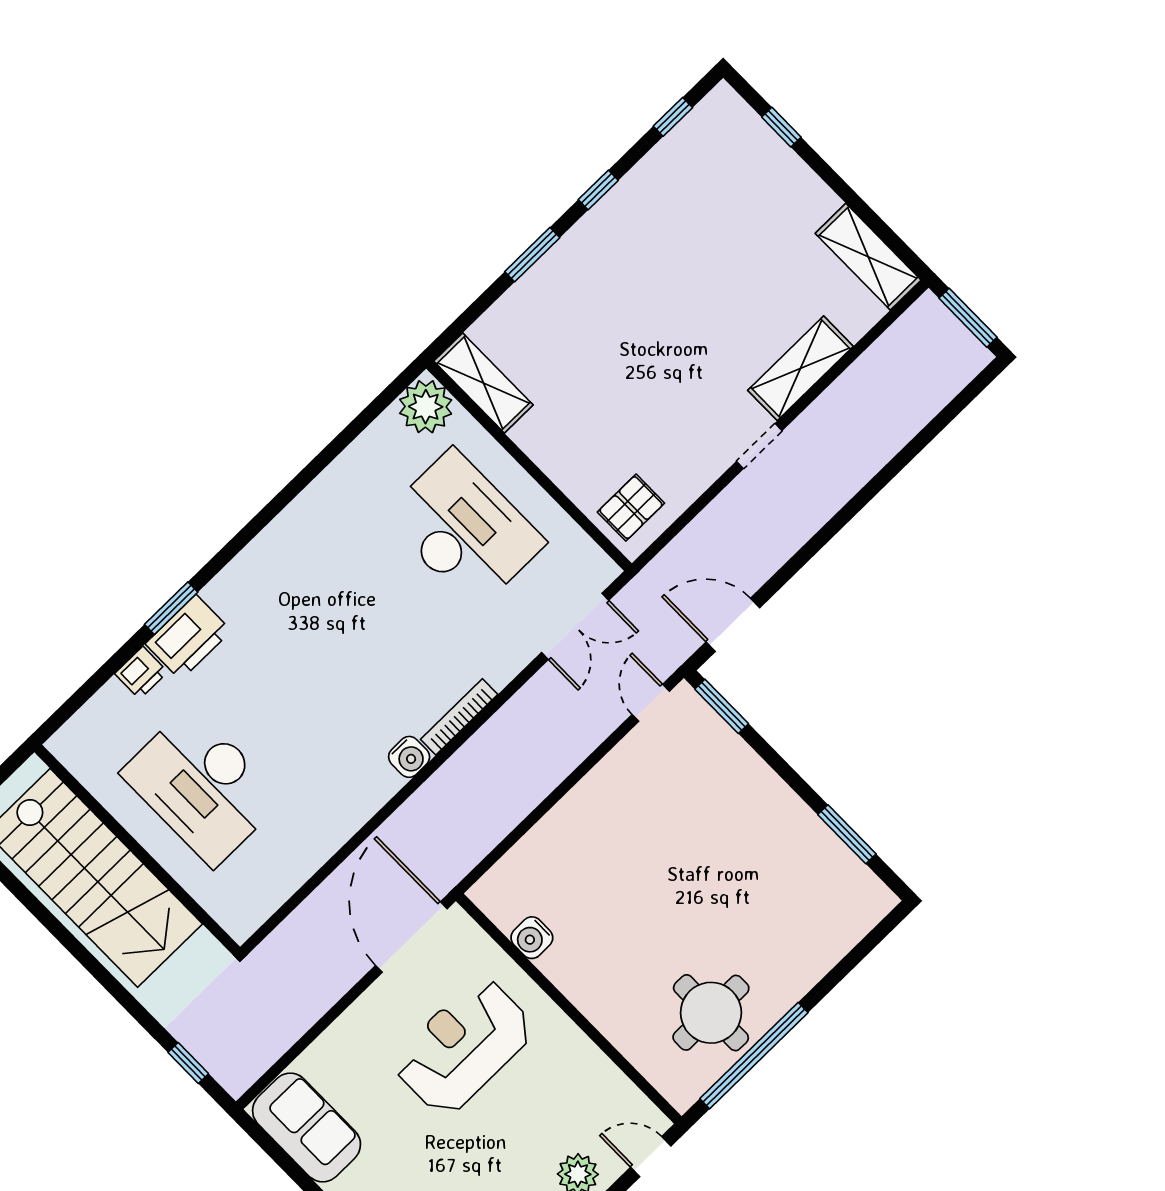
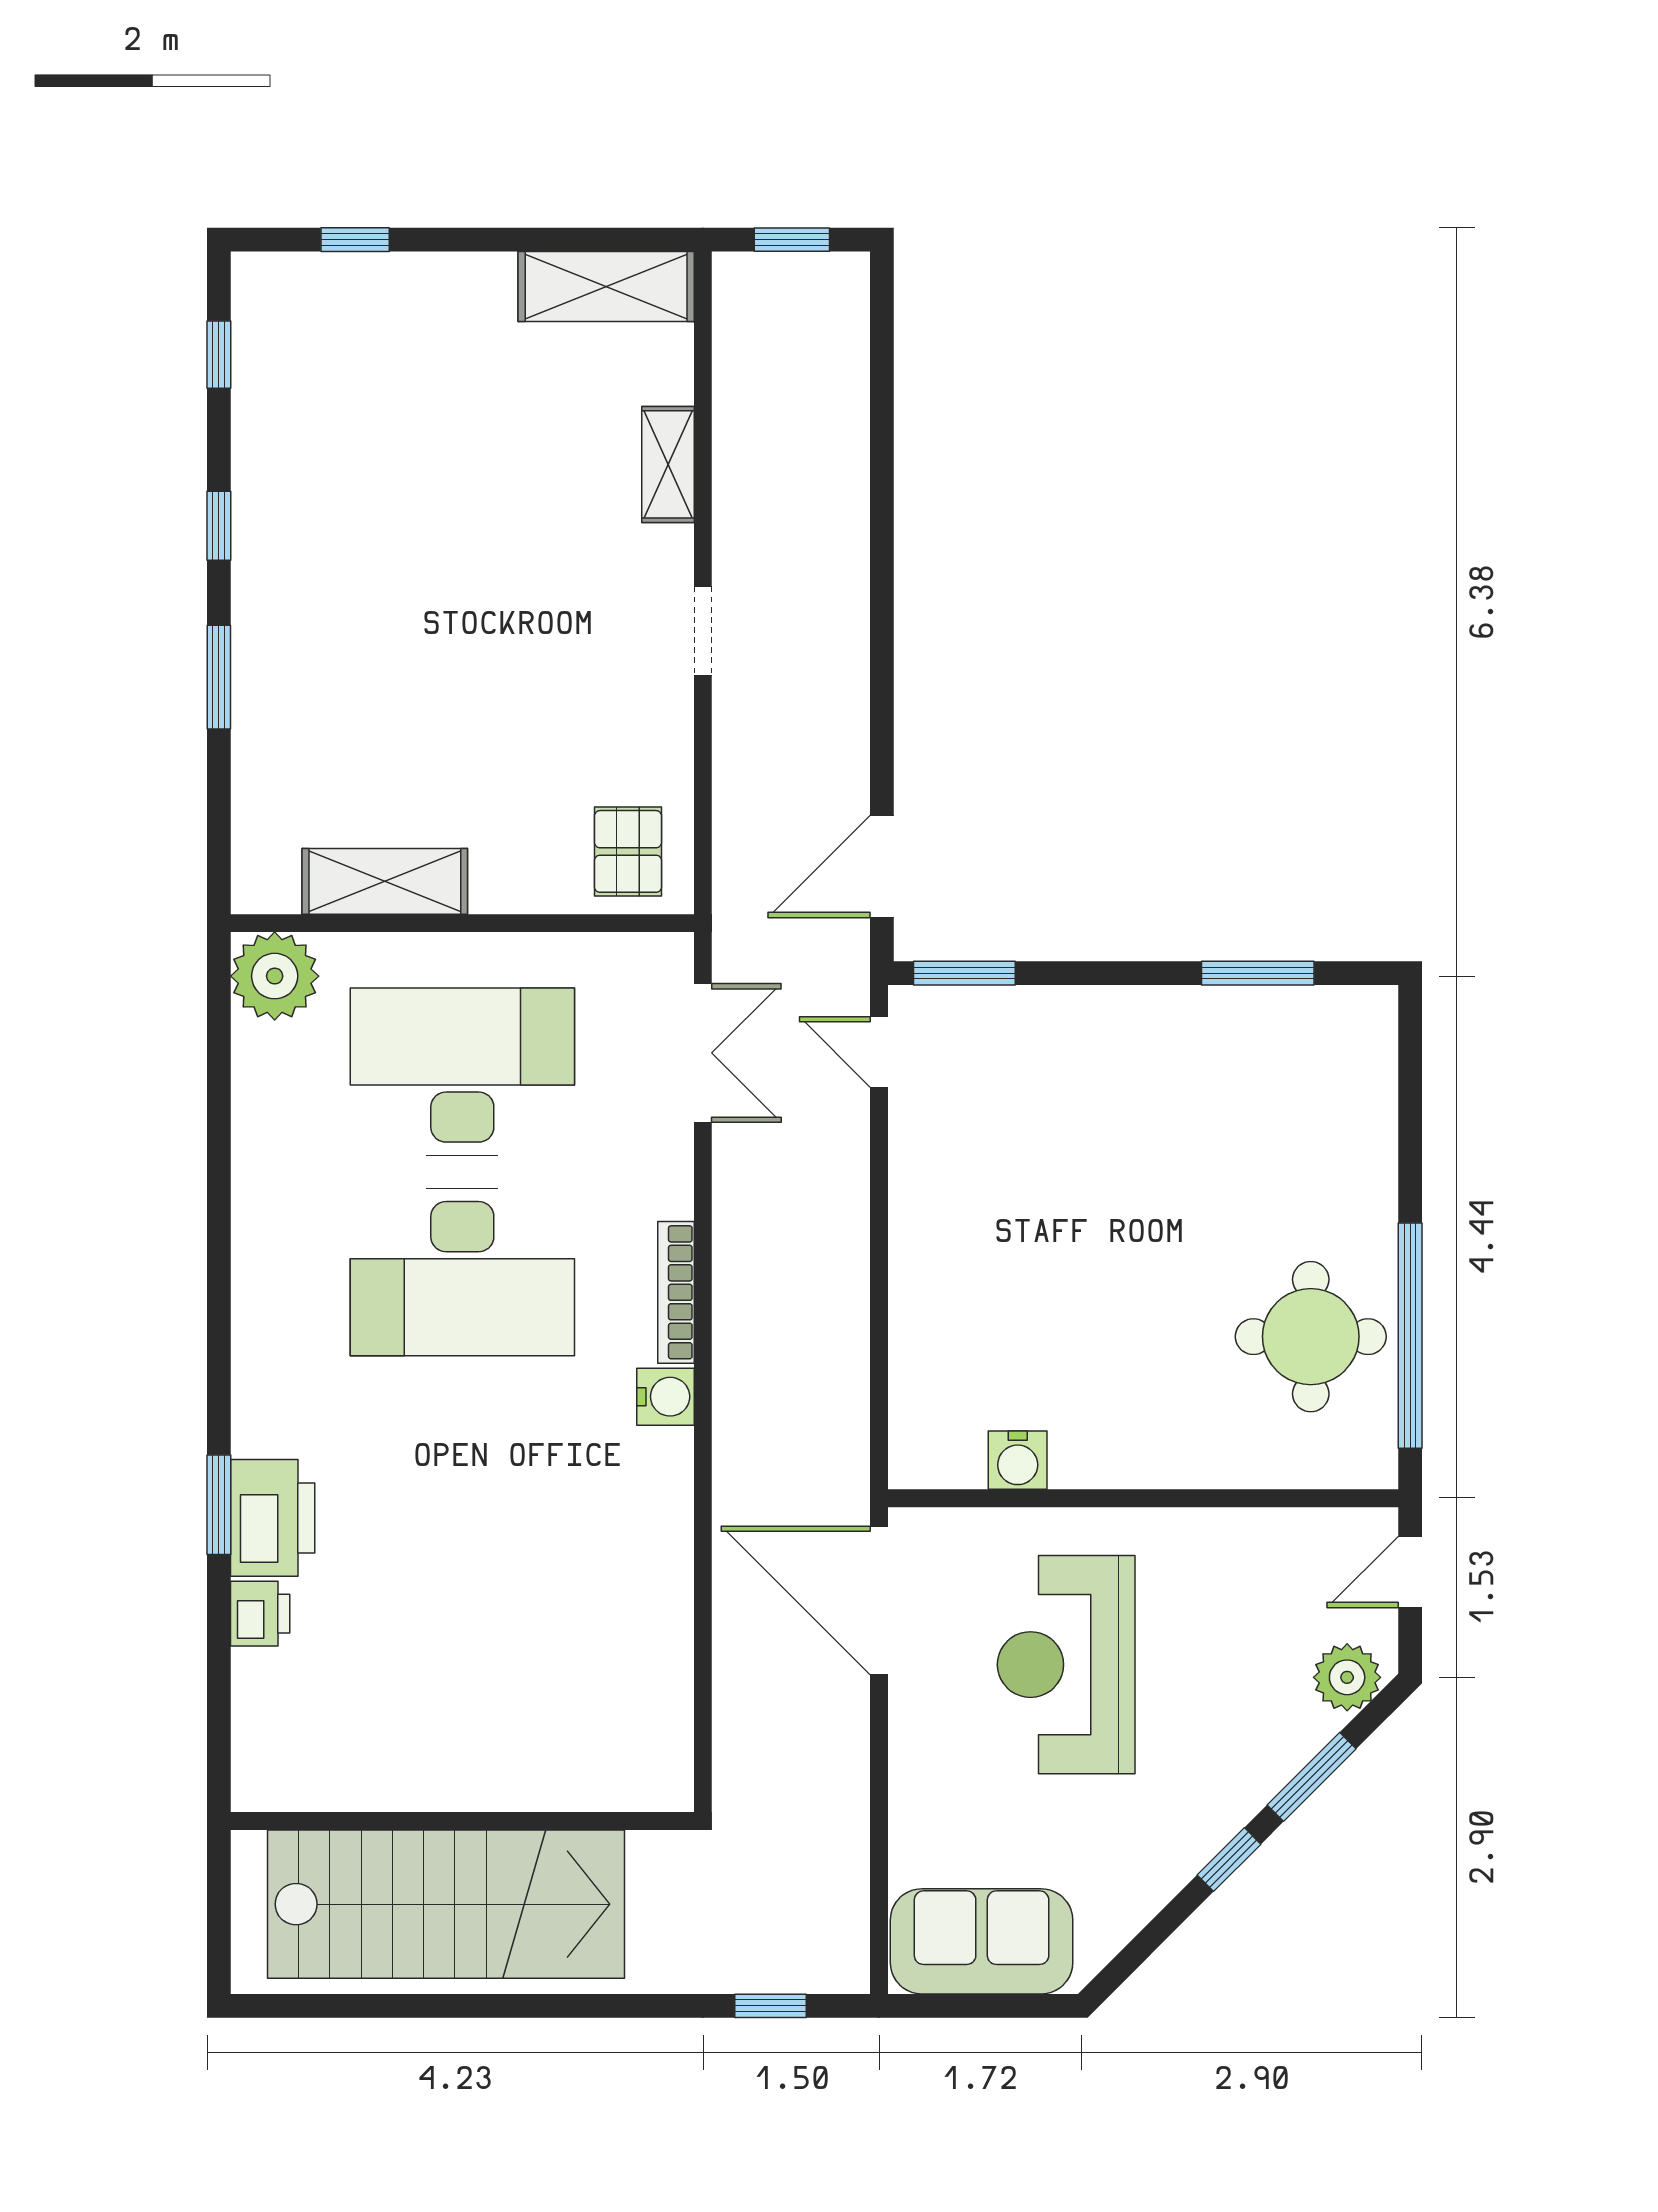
window: (968, 318) -> (792, 240), width x0.67
shelving: (800, 368) -> (668, 464), width x0.67, depth x0.75
shelving: (483, 383) -> (385, 881), moved
desk: (202, 786) -> (462, 1272), moved

